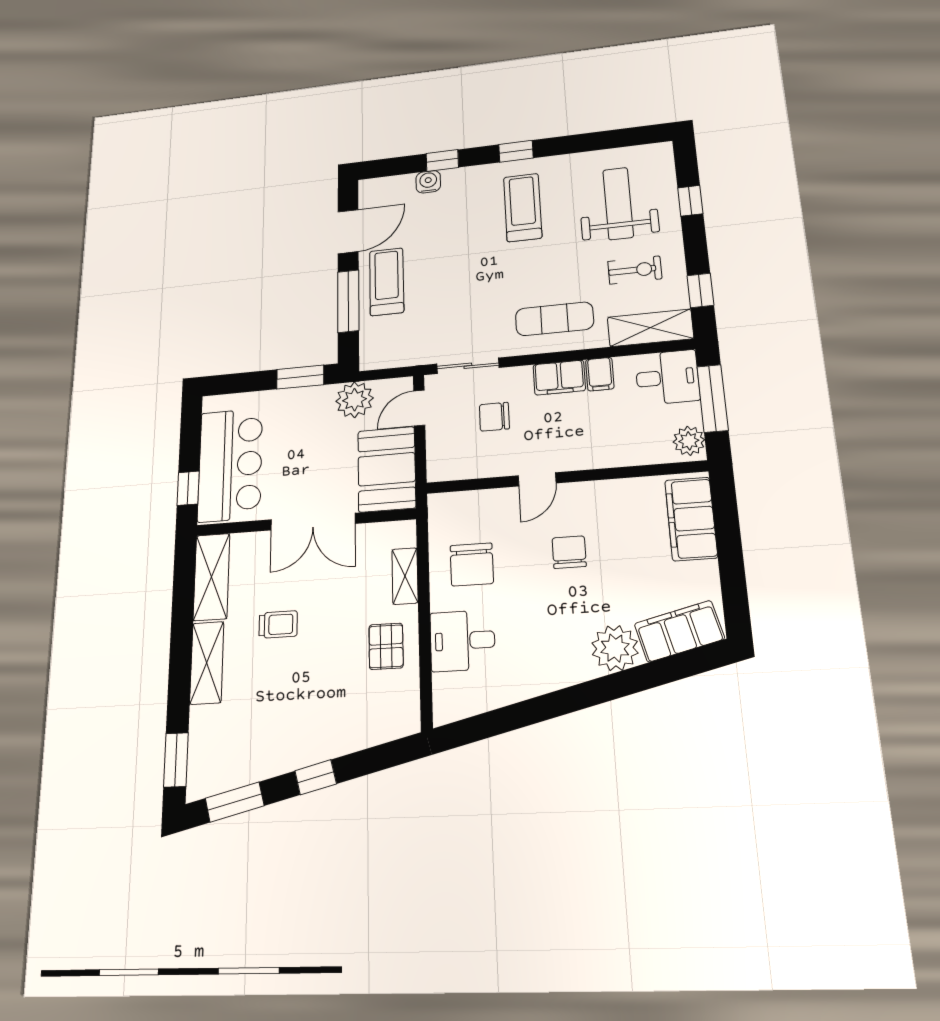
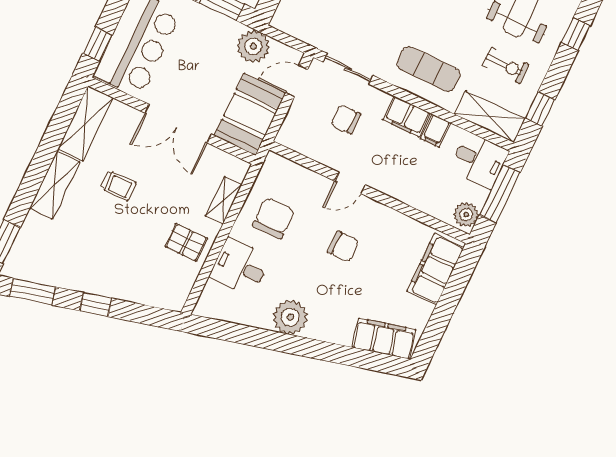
chair: (569, 552) -> (343, 246), turned 90
chair: (472, 564) -> (273, 218), turned 180
pallet: (386, 646) -> (186, 242), turned 90
plant: (615, 648) -> (290, 317), moved

